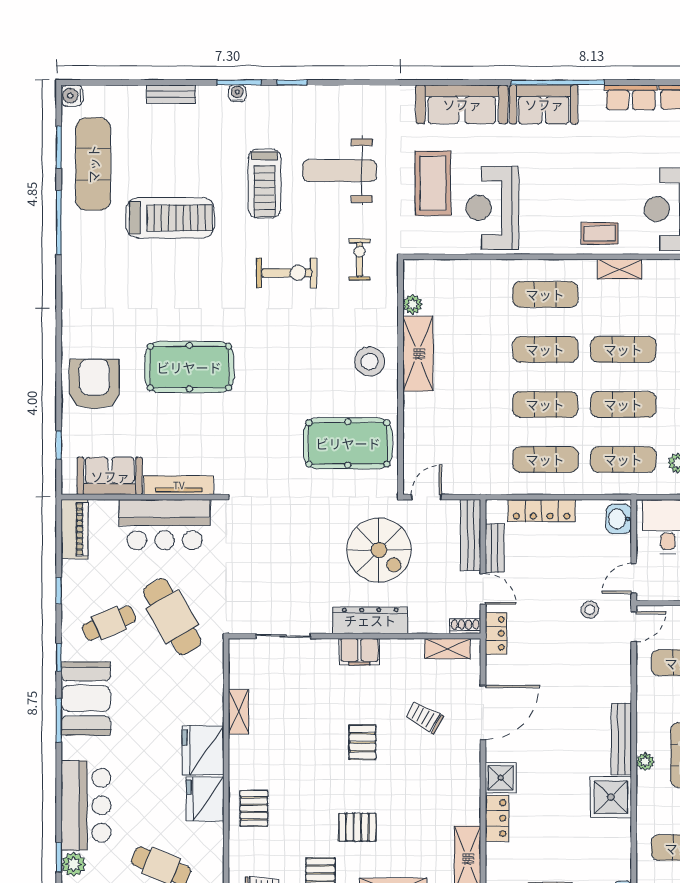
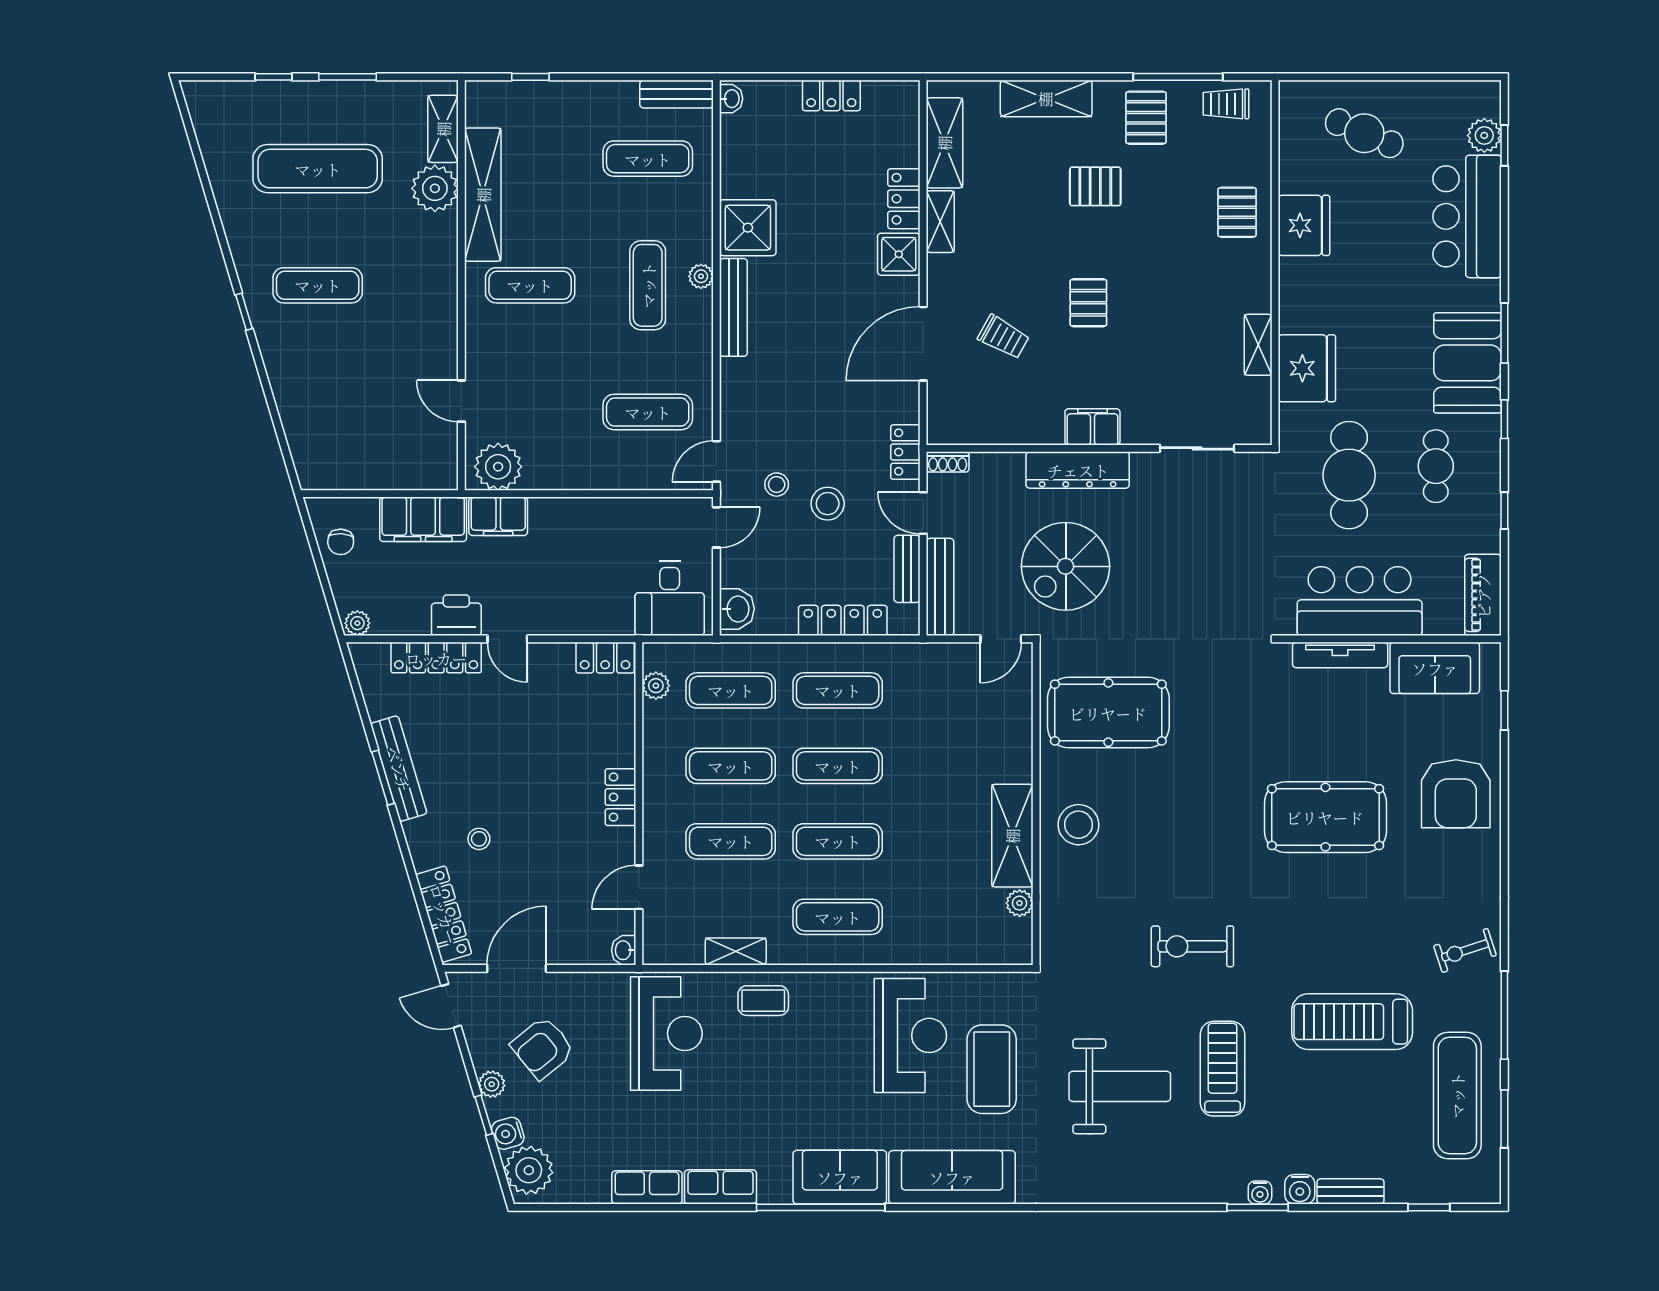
window: (292, 82) -> (1429, 1207), moved
water cooler: (72, 96) -> (1300, 1189), moved, turned 90
exercise bike: (360, 259) -> (1465, 951), moved, turned 72
spiral stairs: (379, 550) -> (1066, 566), turned -90
stool: (553, 596) -> (828, 504), added
cafe table: (172, 617) -> (1349, 475), turned 30
cafe table: (109, 623) -> (1436, 466), turned -67
shelving: (448, 649) -> (940, 222), moved, turned 90
fridge: (203, 750) -> (1307, 368), moved

